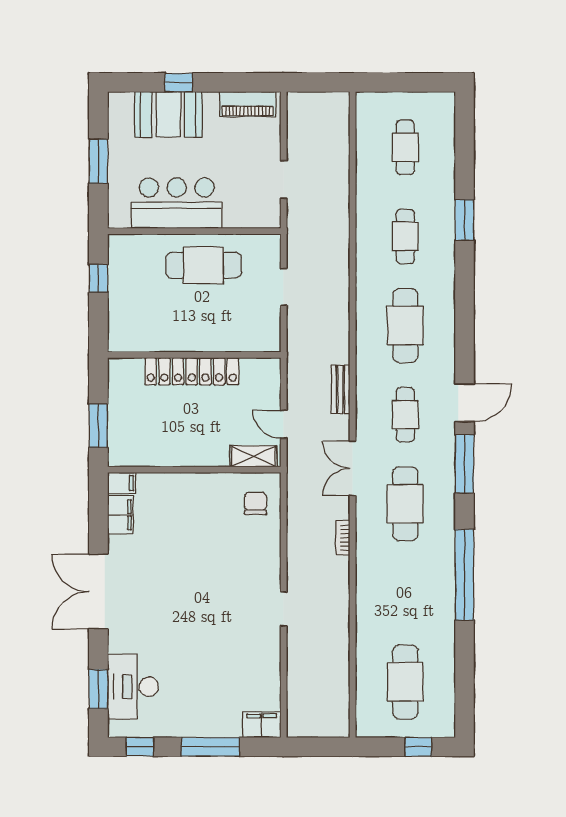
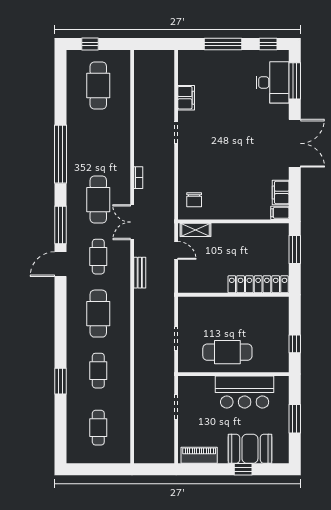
locker: (192, 371) -> (258, 284), moved
double door: (353, 468) -> (132, 222), swing flipped
window: (98, 689) -> (295, 81), width x1.44
filing cabinet: (262, 725) -> (186, 98), moved, turned -90

